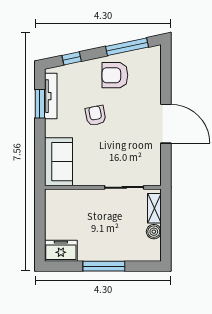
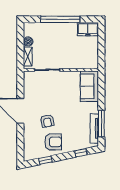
window: (127, 47) -> (45, 160), width x0.46
window: (40, 104) -> (101, 124), width x1.44
armchair: (96, 116) -> (47, 121), moved
window: (104, 266) -> (60, 19), width x1.46

